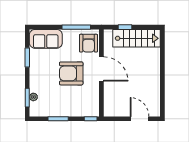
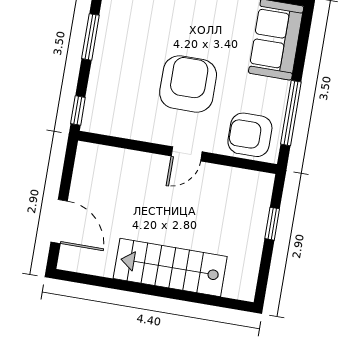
stairs: (137, 38) -> (170, 267), moved, turned 90
door: (101, 69) -> (187, 154), width x0.53
door: (140, 119) -> (59, 222), hinge flipped

